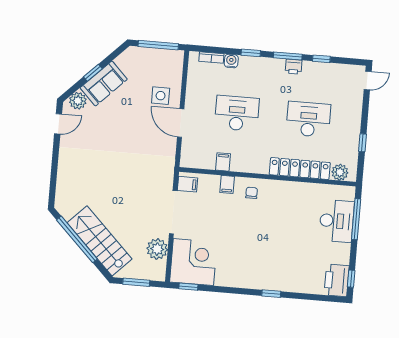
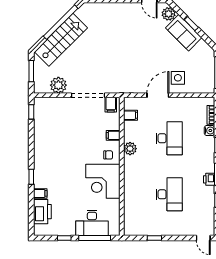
filing cabinet: (223, 162) -> (130, 115), moved
locker: (300, 169) -> (130, 191), removed
plant: (340, 172) -> (130, 149), moved
corner desk: (193, 262) -> (103, 181), moved, turned 90
window: (351, 279) -> (64, 238), moved
printer: (337, 280) -> (42, 212), moved, turned 90
filing cabinet: (293, 284) -> (40, 193), added

